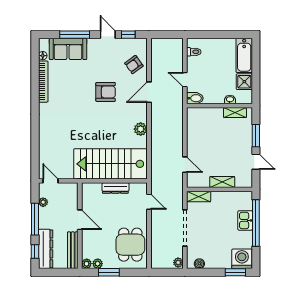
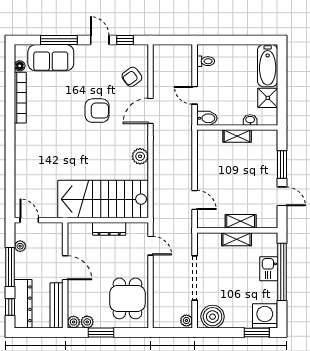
shelving: (235, 113) -> (237, 136), moved
shelving: (199, 196) -> (237, 239), moved
boiler: (199, 264) -> (213, 317), width x1.86, depth x1.86

